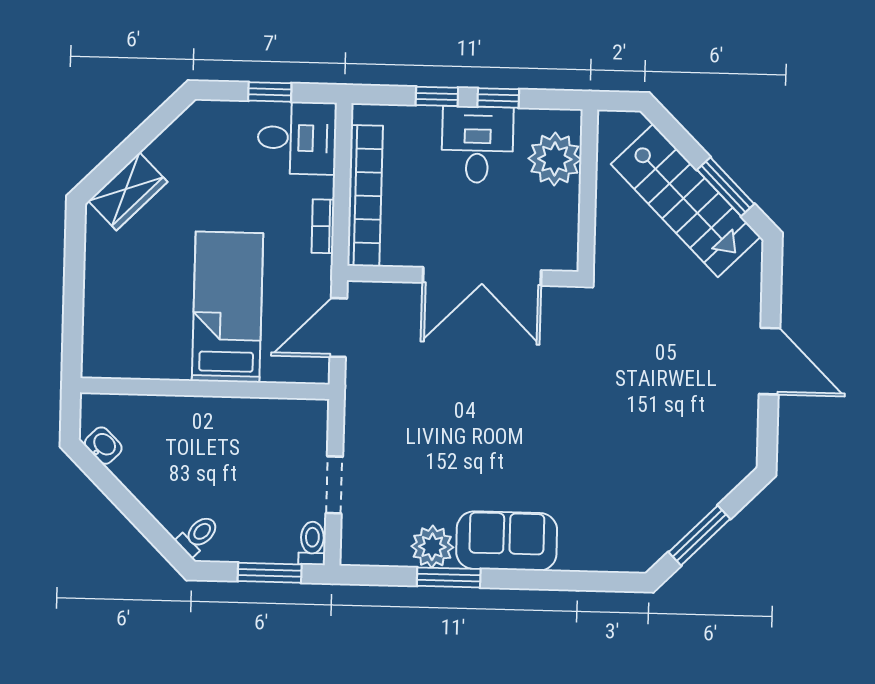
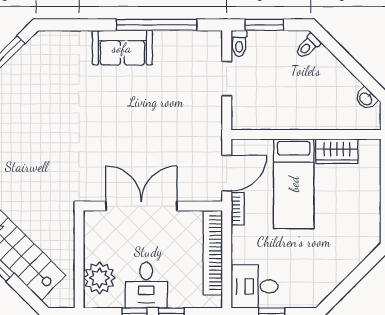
wardrobe: (128, 191) -> (337, 151), moved, turned -135
bookcase: (323, 226) -> (238, 209), moved
plant: (432, 547) -> (167, 43), removed
window: (449, 577) -> (157, 25), width x2.11

